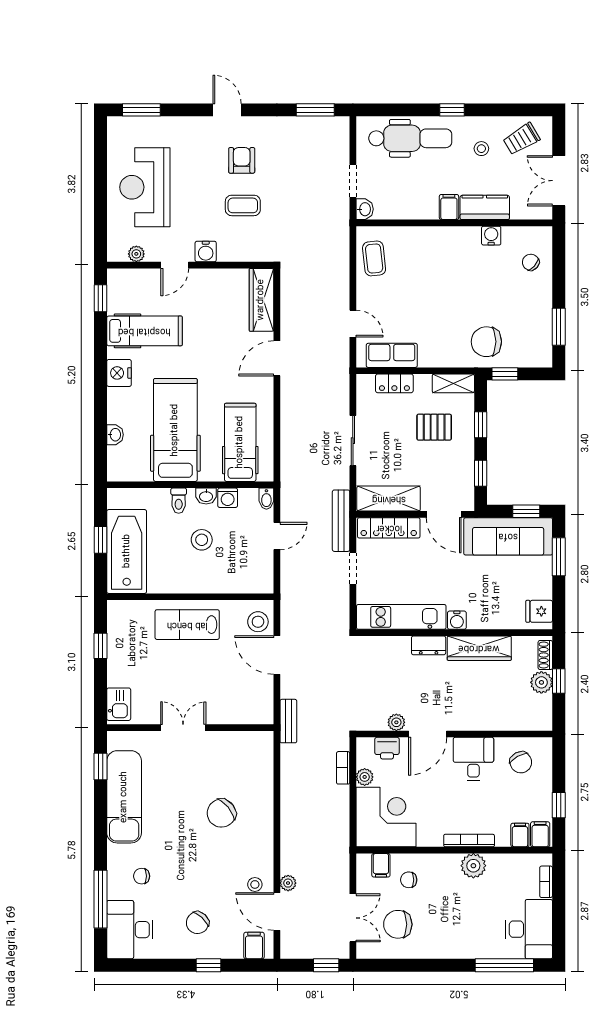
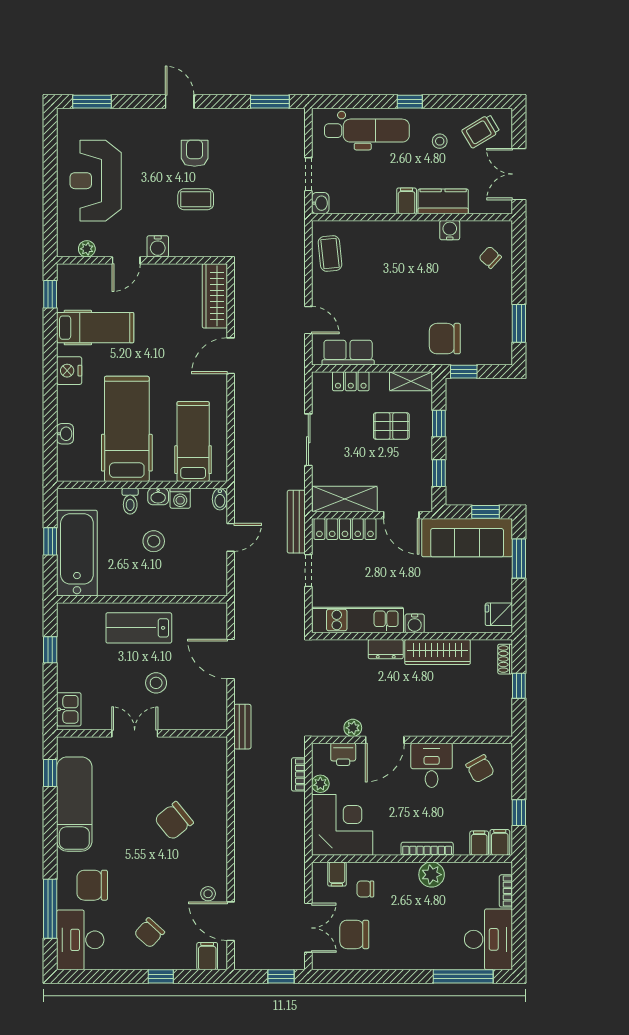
stool: (258, 622) -> (156, 683), moved
plant: (541, 682) -> (501, 687), removed
chair: (142, 876) -> (92, 885), width x1.87, depth x1.87
plant: (288, 883) -> (242, 892), removed

